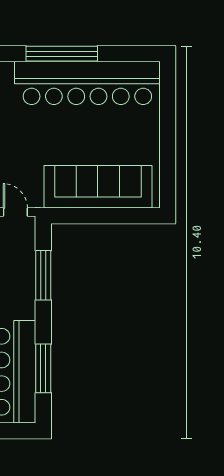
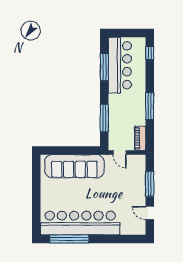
window: (62, 54) -> (69, 239), moved

